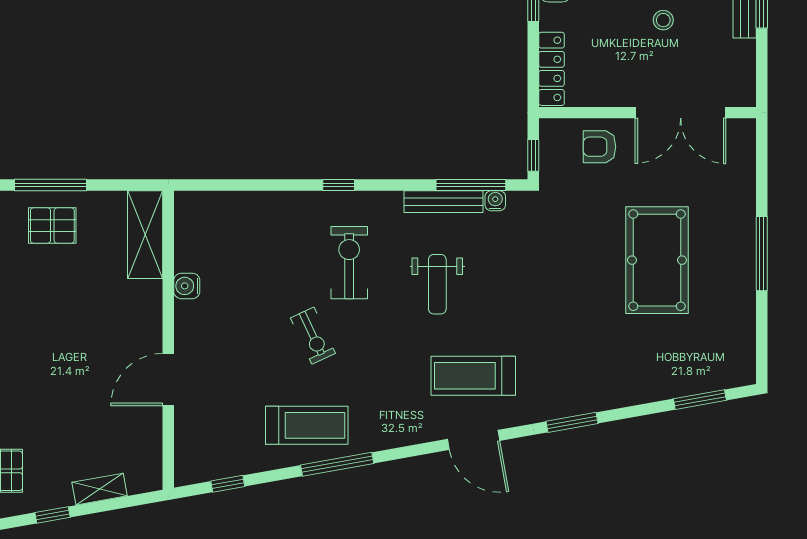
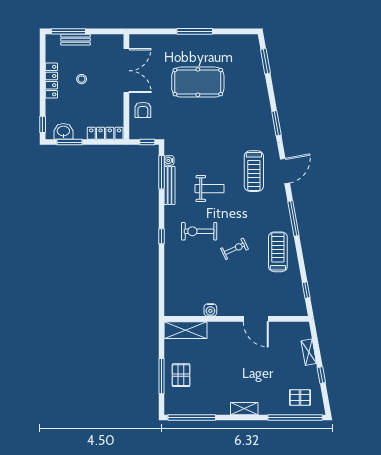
window: (337, 464) -> (293, 218), moved

